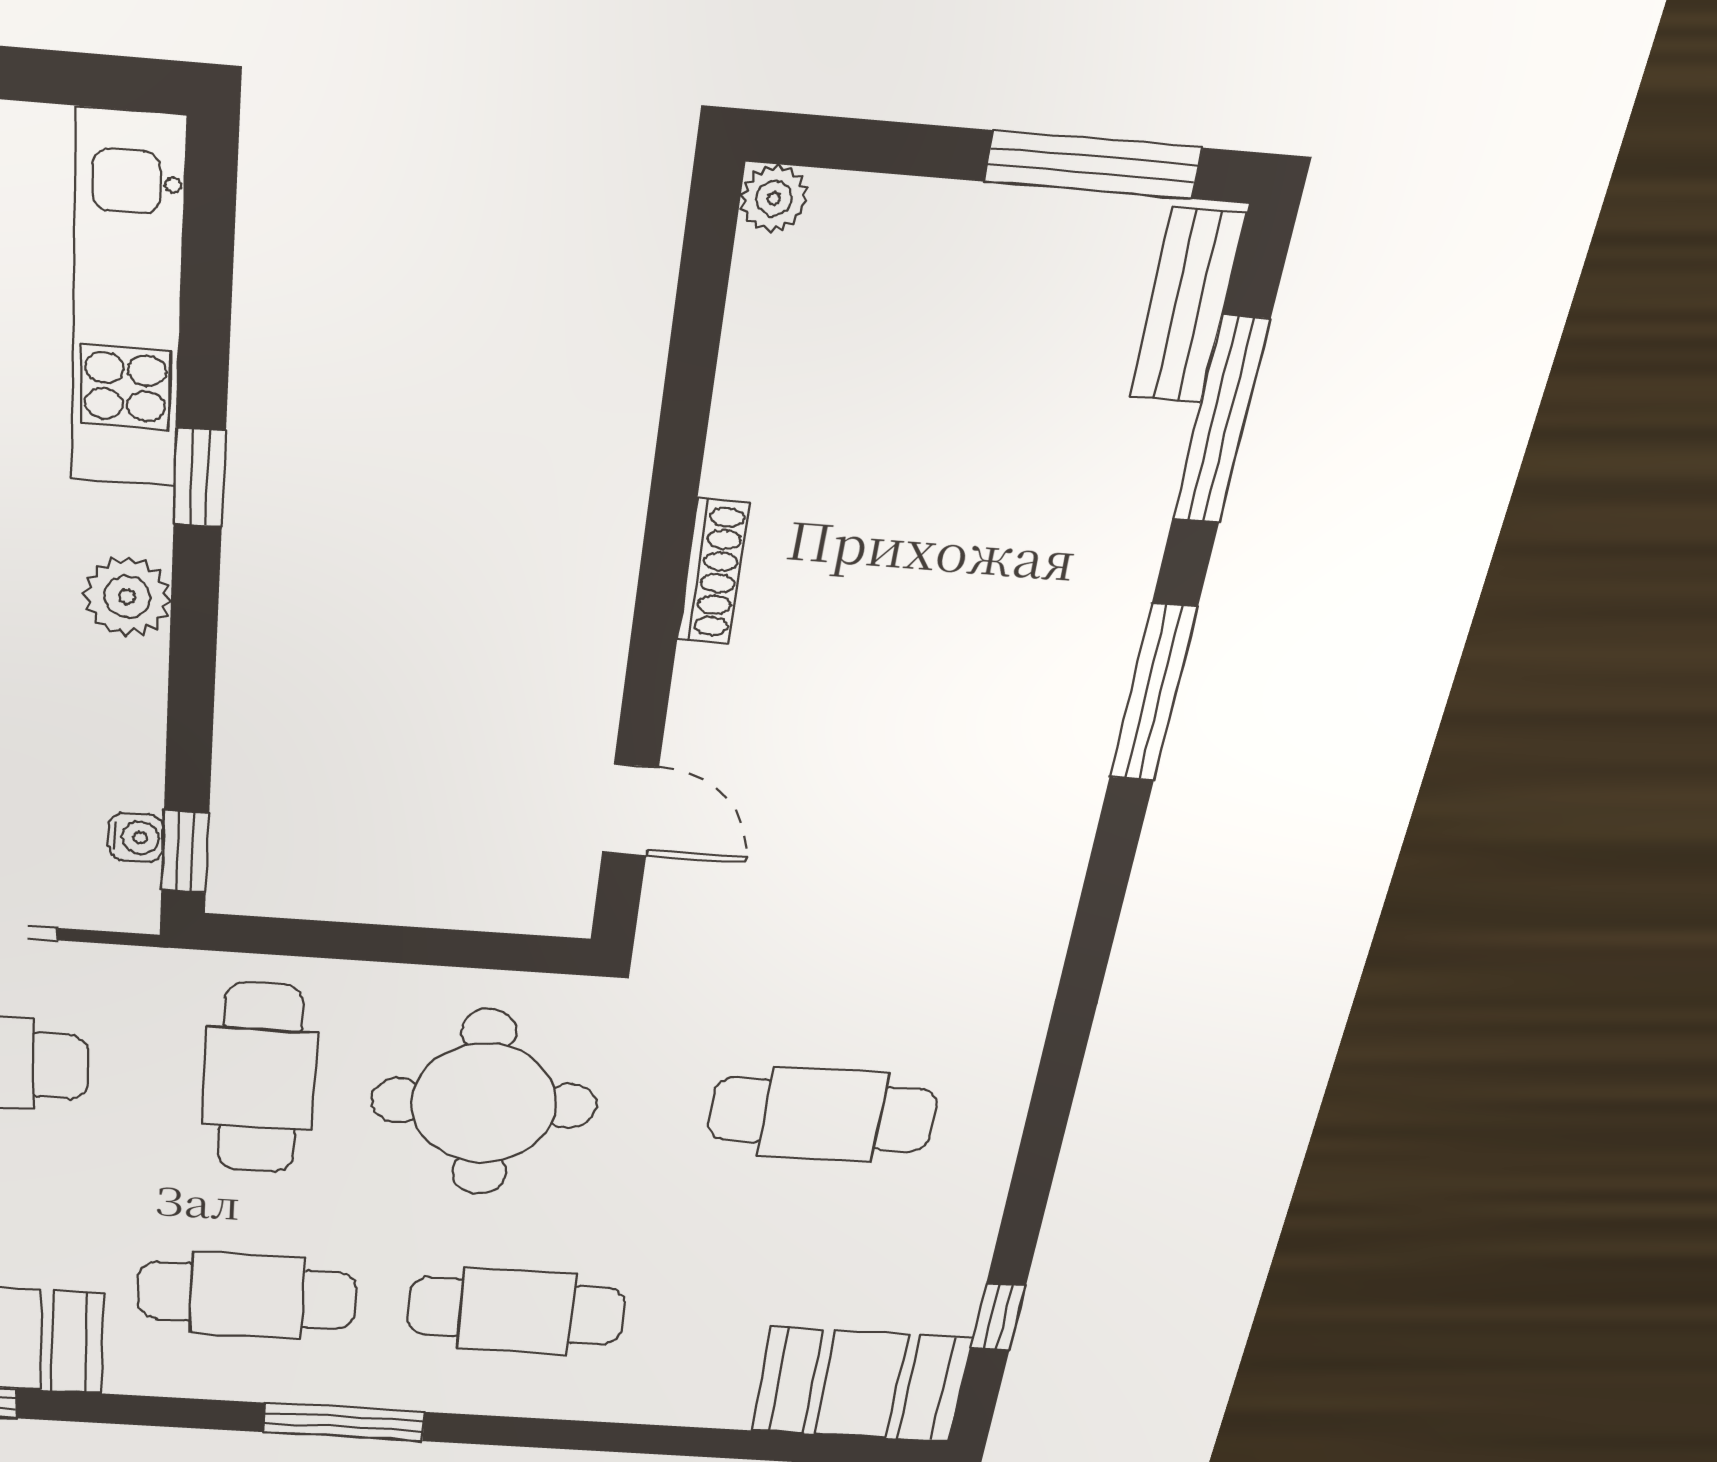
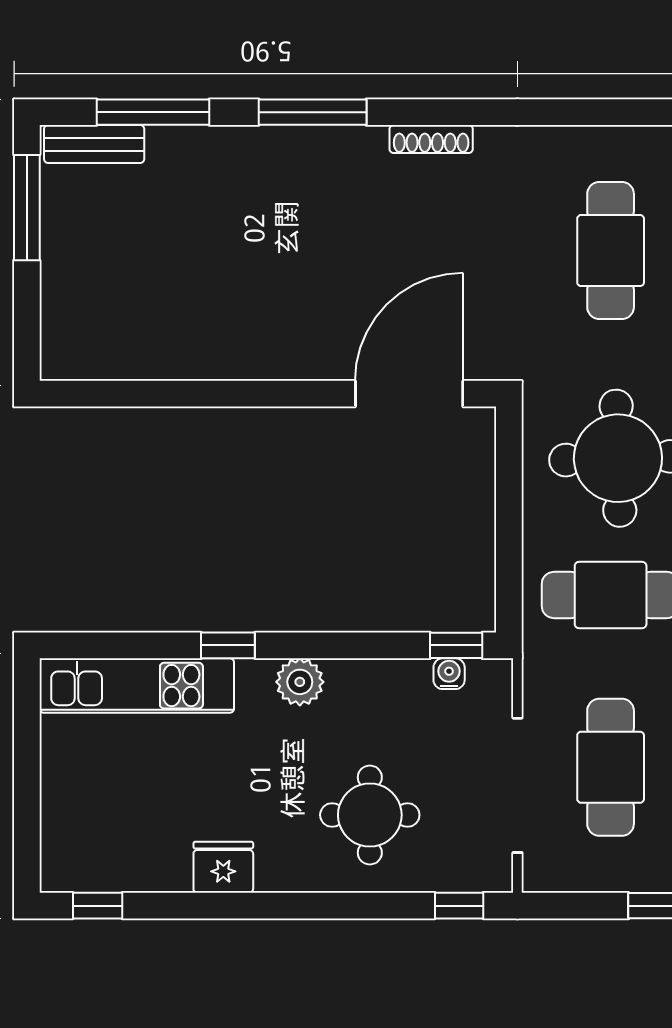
plant: (774, 198) -> (57, 364), removed
shoe rack: (713, 572) -> (431, 139), moved, turned 180
door: (630, 810) -> (409, 394), width x1.87

